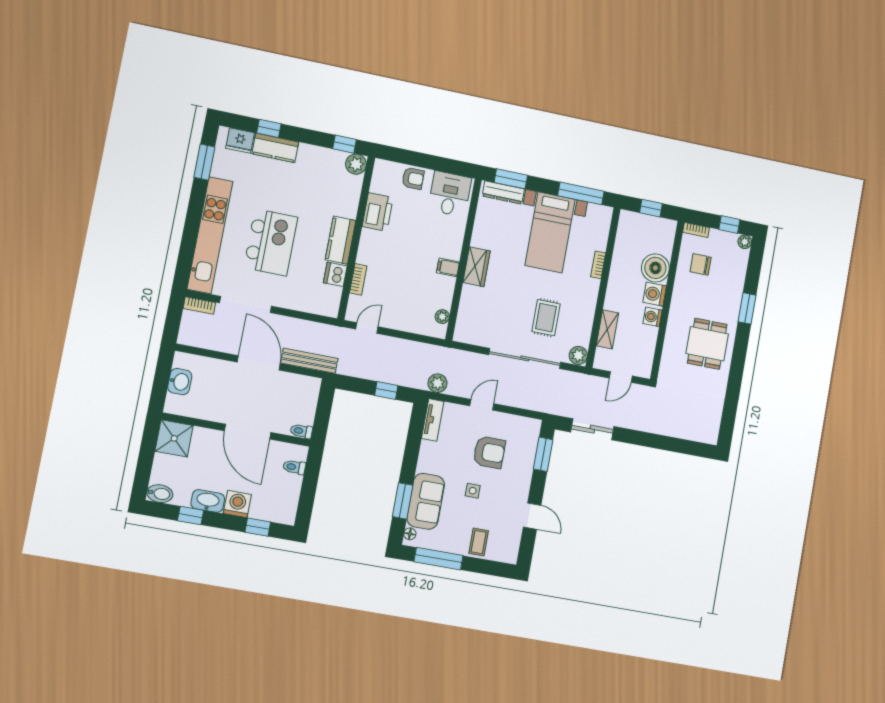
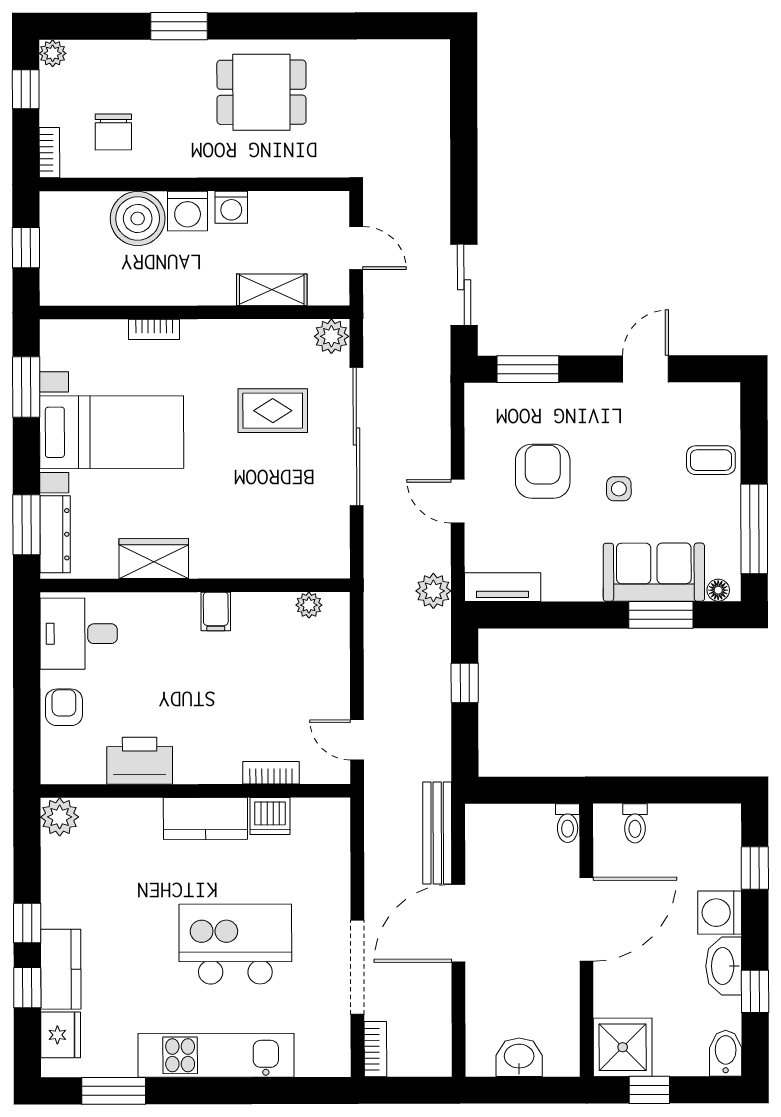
window: (345, 144) -> (27, 923), moved
window: (581, 193) -> (26, 387), width x0.69
kitchen unit: (210, 235) -> (216, 1055), width x0.73
wardrobe: (477, 267) -> (154, 559), moved
window: (148, 449) -> (649, 1090), added

